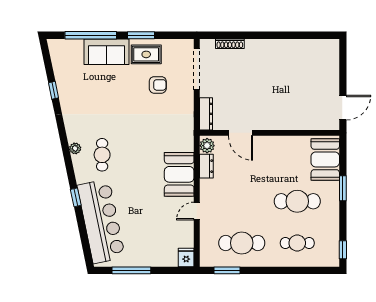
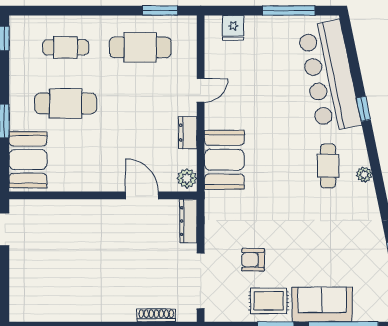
dresser: (206, 166) -> (188, 133), moved
booth: (179, 174) -> (224, 160), moved
fridge: (186, 258) -> (233, 28), moved

